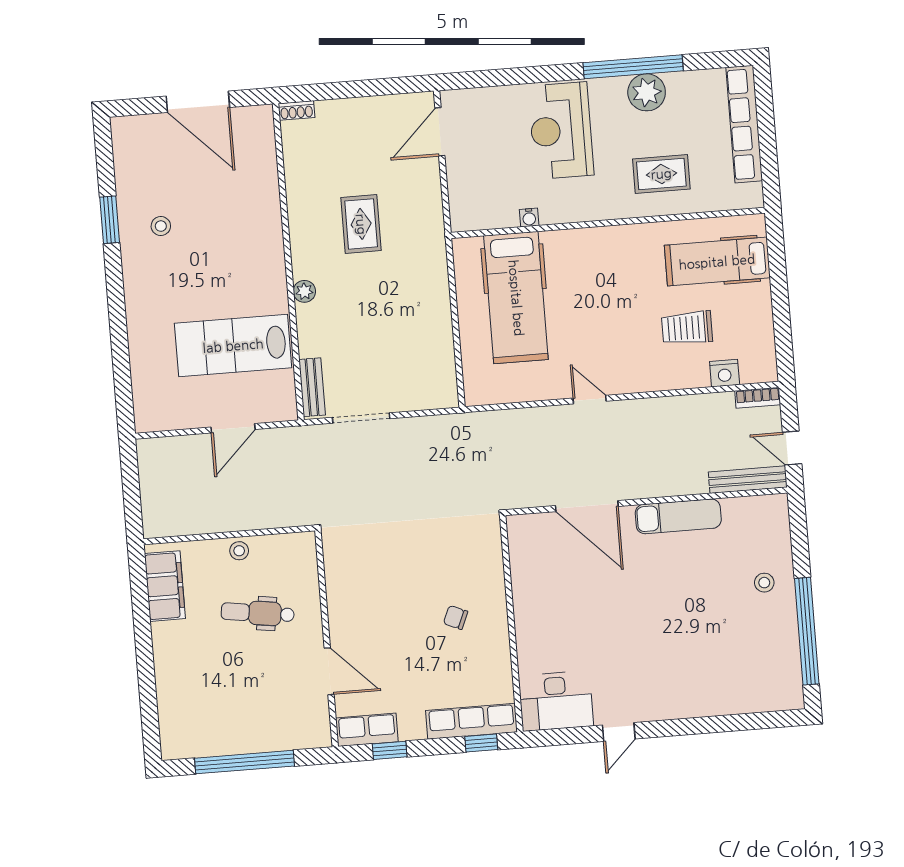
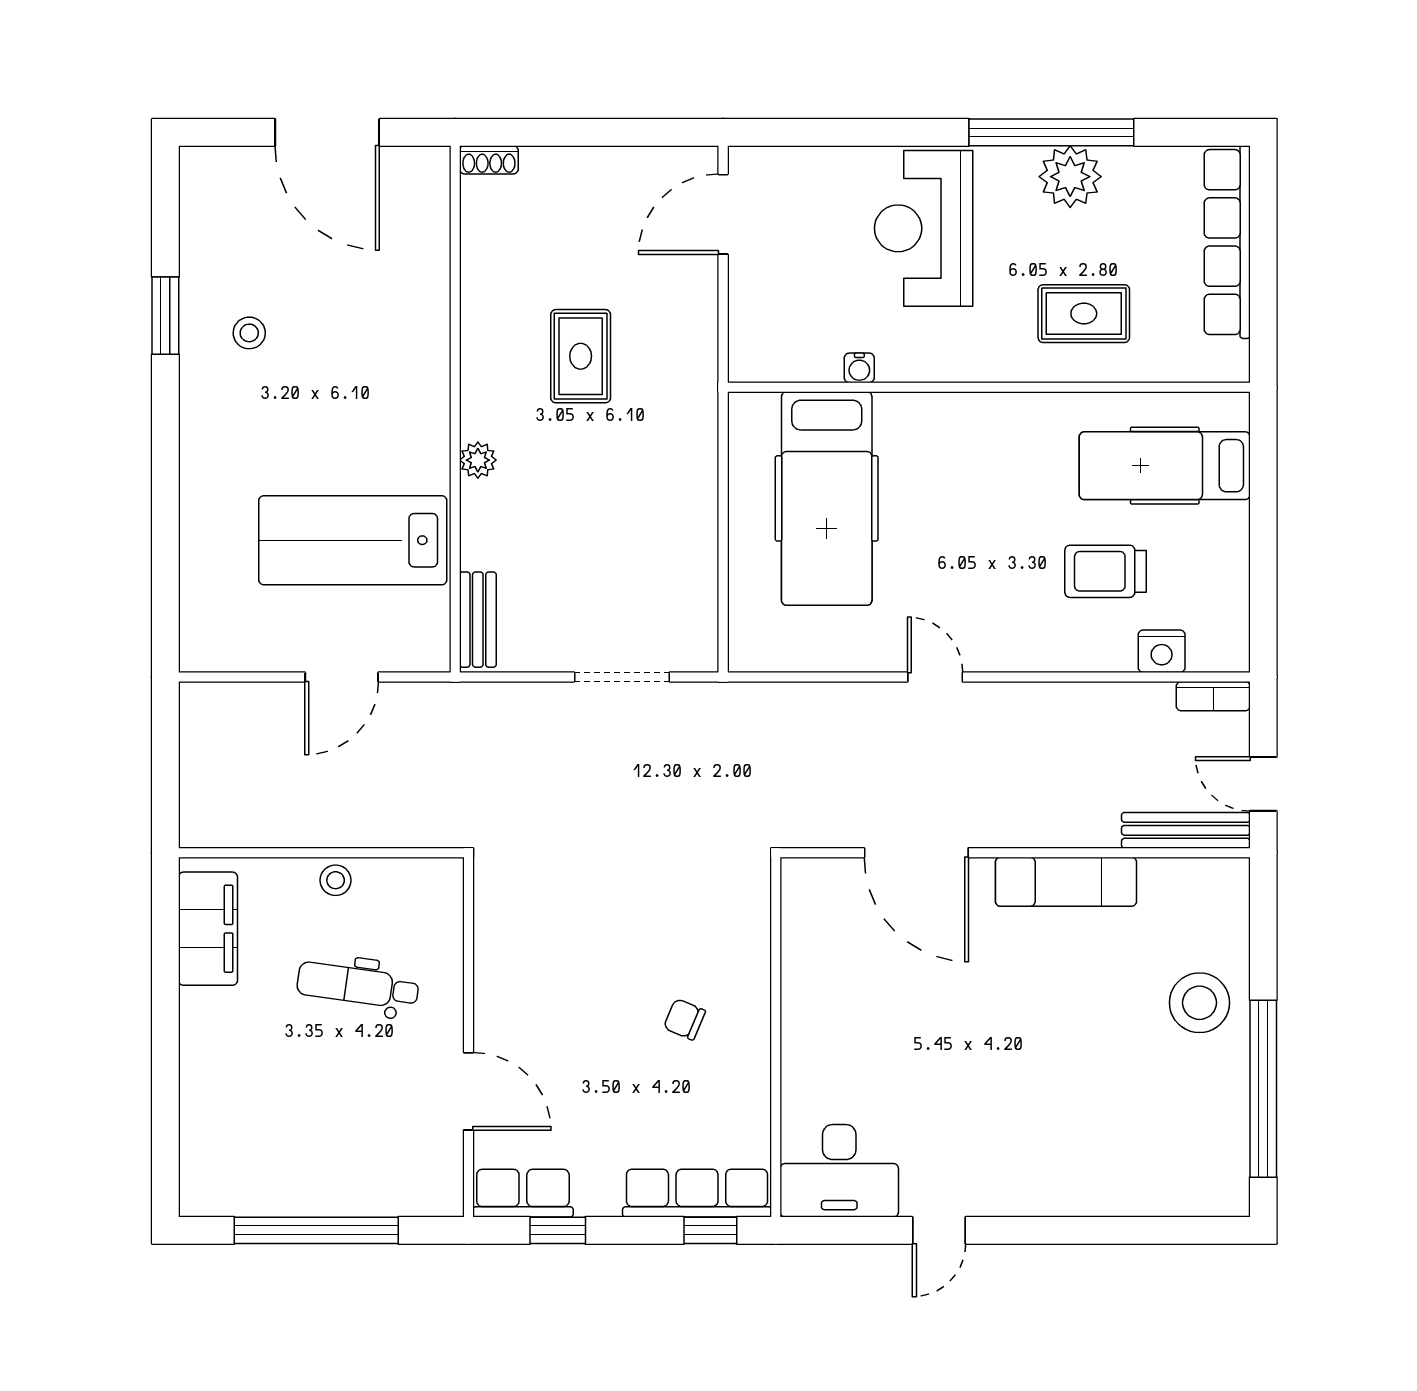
doorway: (361, 418) -> (622, 677), moved
stool: (764, 583) -> (1199, 1003), width x1.89, depth x1.89

